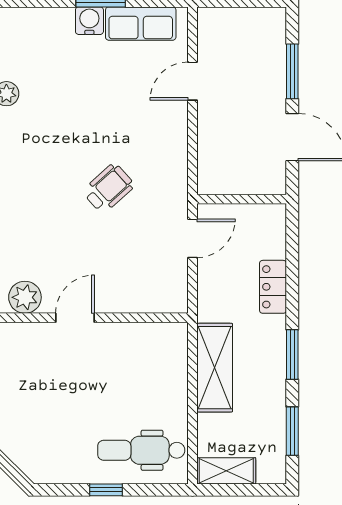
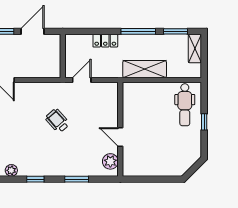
door: (192, 238) -> (82, 80), hinge flipped
window: (292, 354) -> (138, 31), width x1.44
shelving: (226, 471) -> (195, 48), moved

